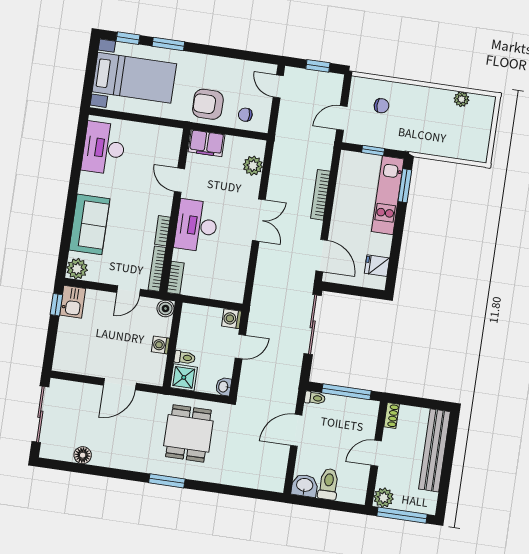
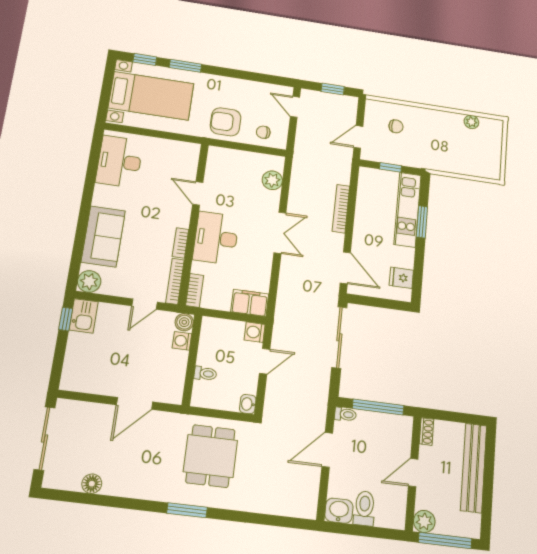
filing cabinet: (206, 143) -> (250, 303), moved, turned 180
window: (405, 186) -> (422, 222), moved
washing machine: (161, 345) -> (182, 341), moved
shower: (184, 377) -> (205, 395), removed

